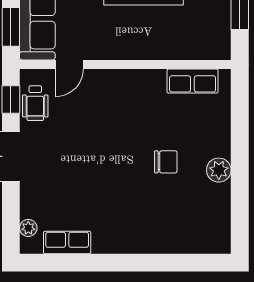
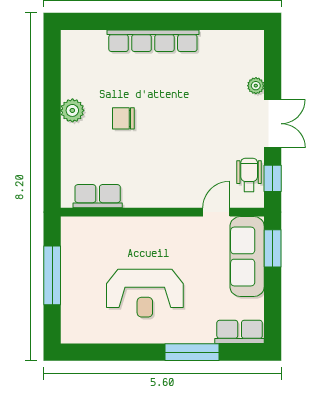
plant: (28, 228) -> (256, 86), moved
row of seats: (67, 242) -> (153, 41), moved, width x2.02

